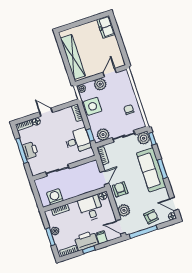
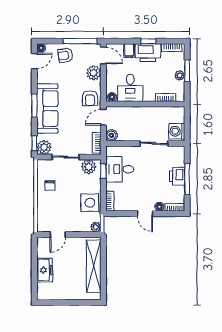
freezer: (106, 27) -> (45, 270), moved
plant: (100, 84) -> (73, 225), removed
boiler: (93, 166) -> (111, 135), added
washing machine: (55, 197) -> (177, 131), moved, turned 90
door: (174, 204) -> (34, 61), hinge flipped

